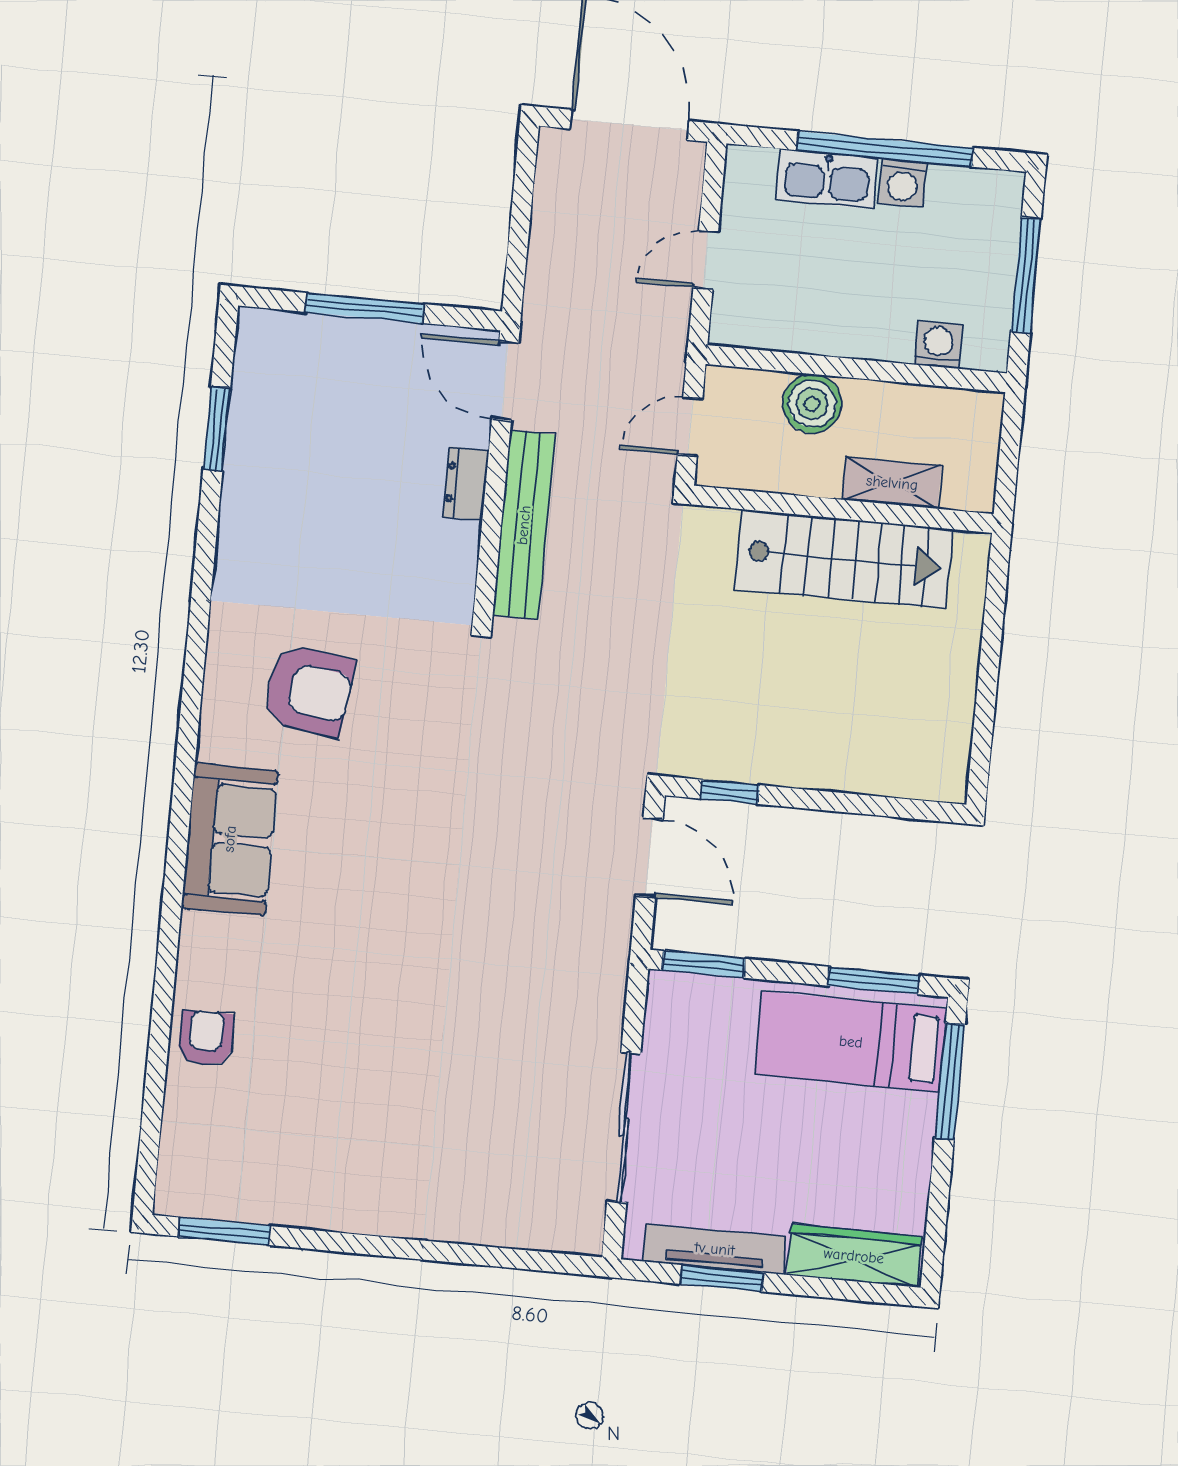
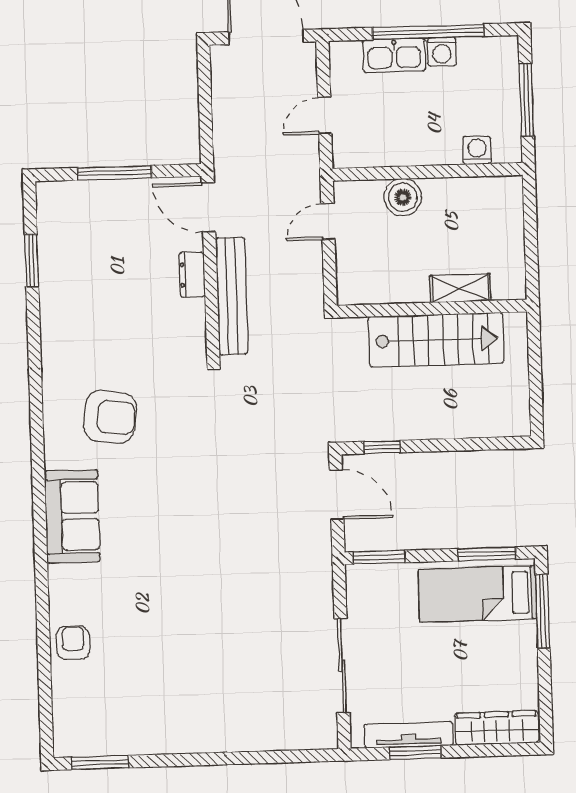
shelving: (892, 483) -> (460, 288), moved
wall: (843, 509) -> (432, 309), moved
stairs: (843, 559) -> (436, 340), moved

